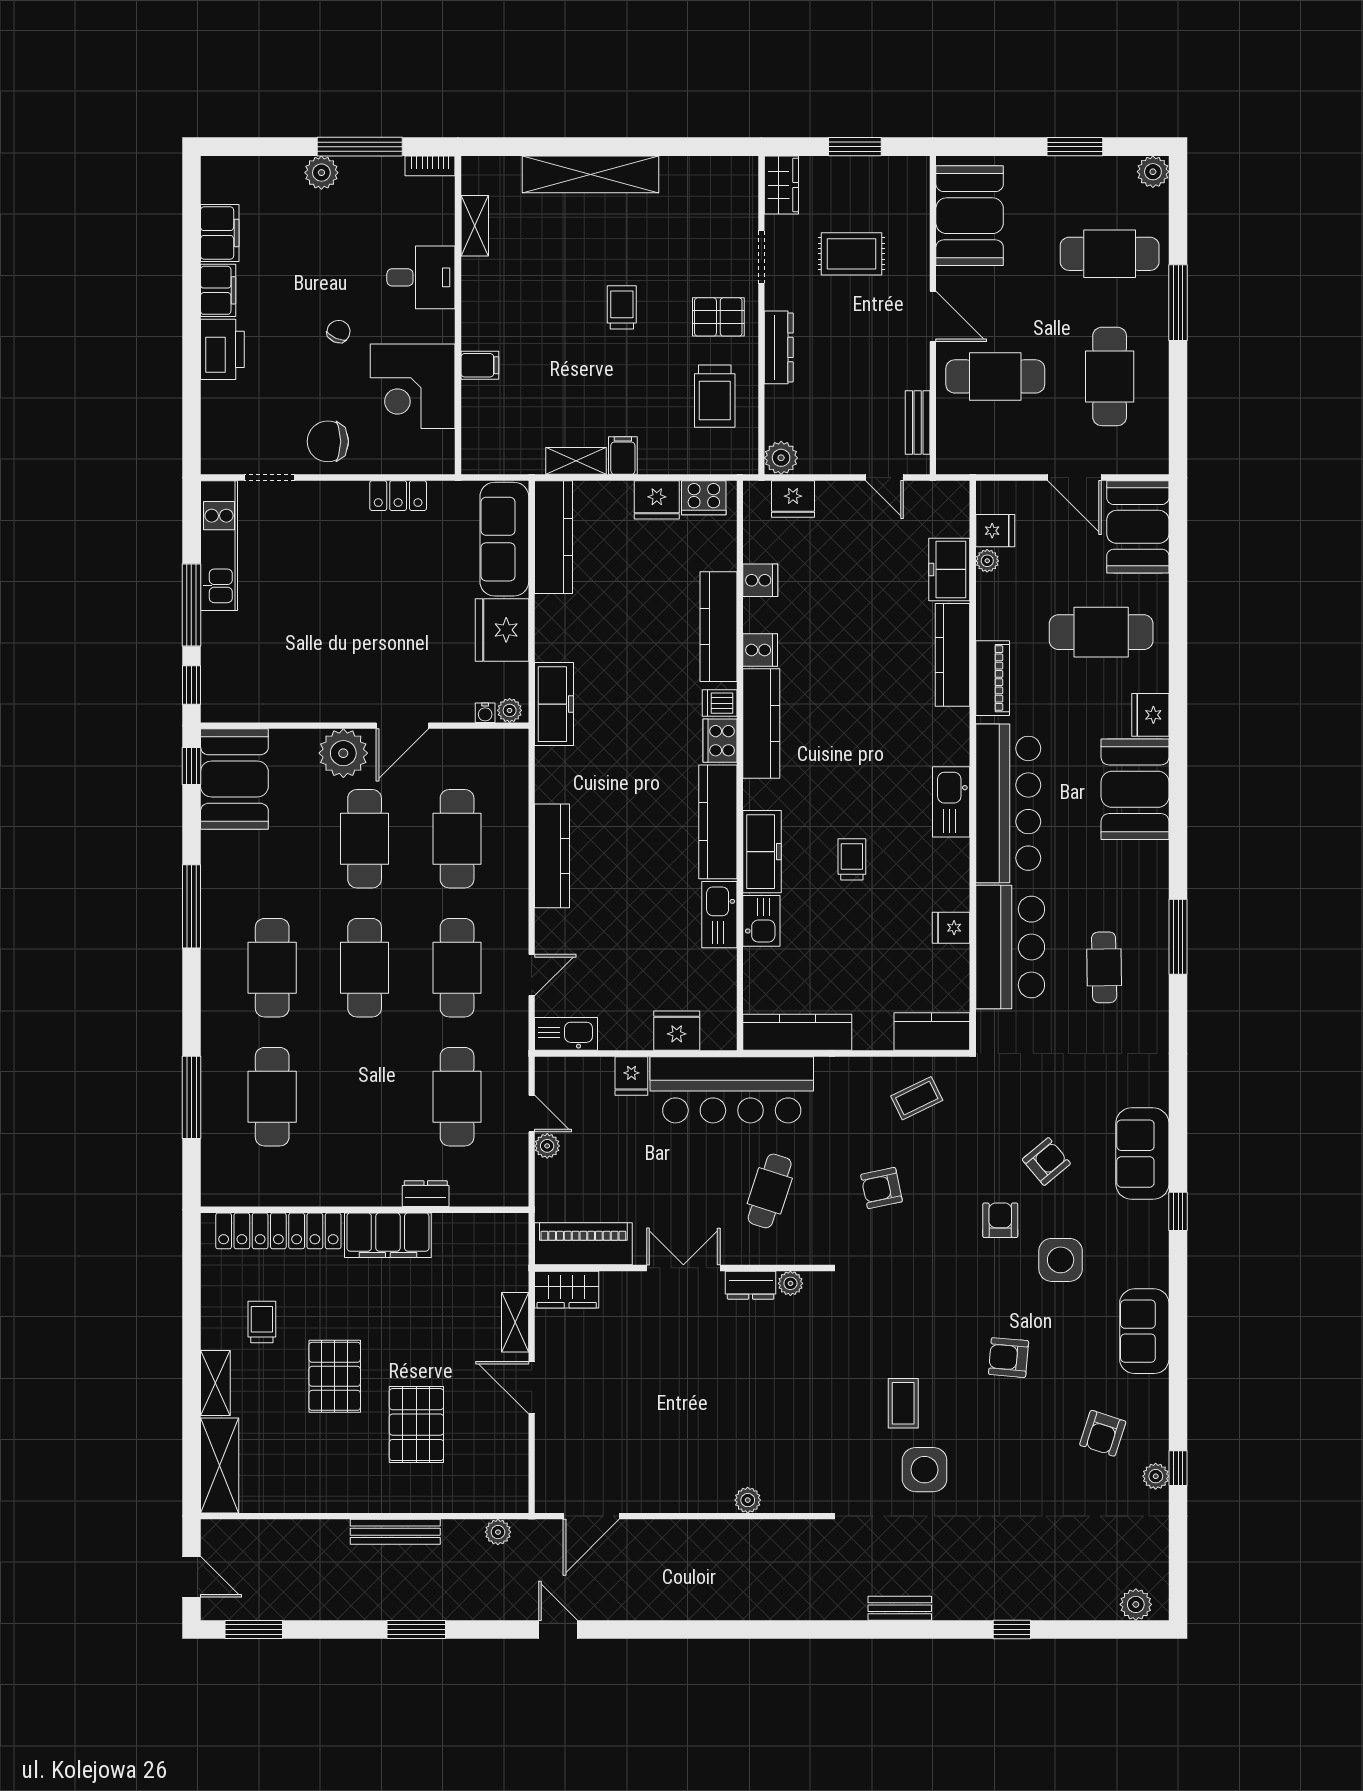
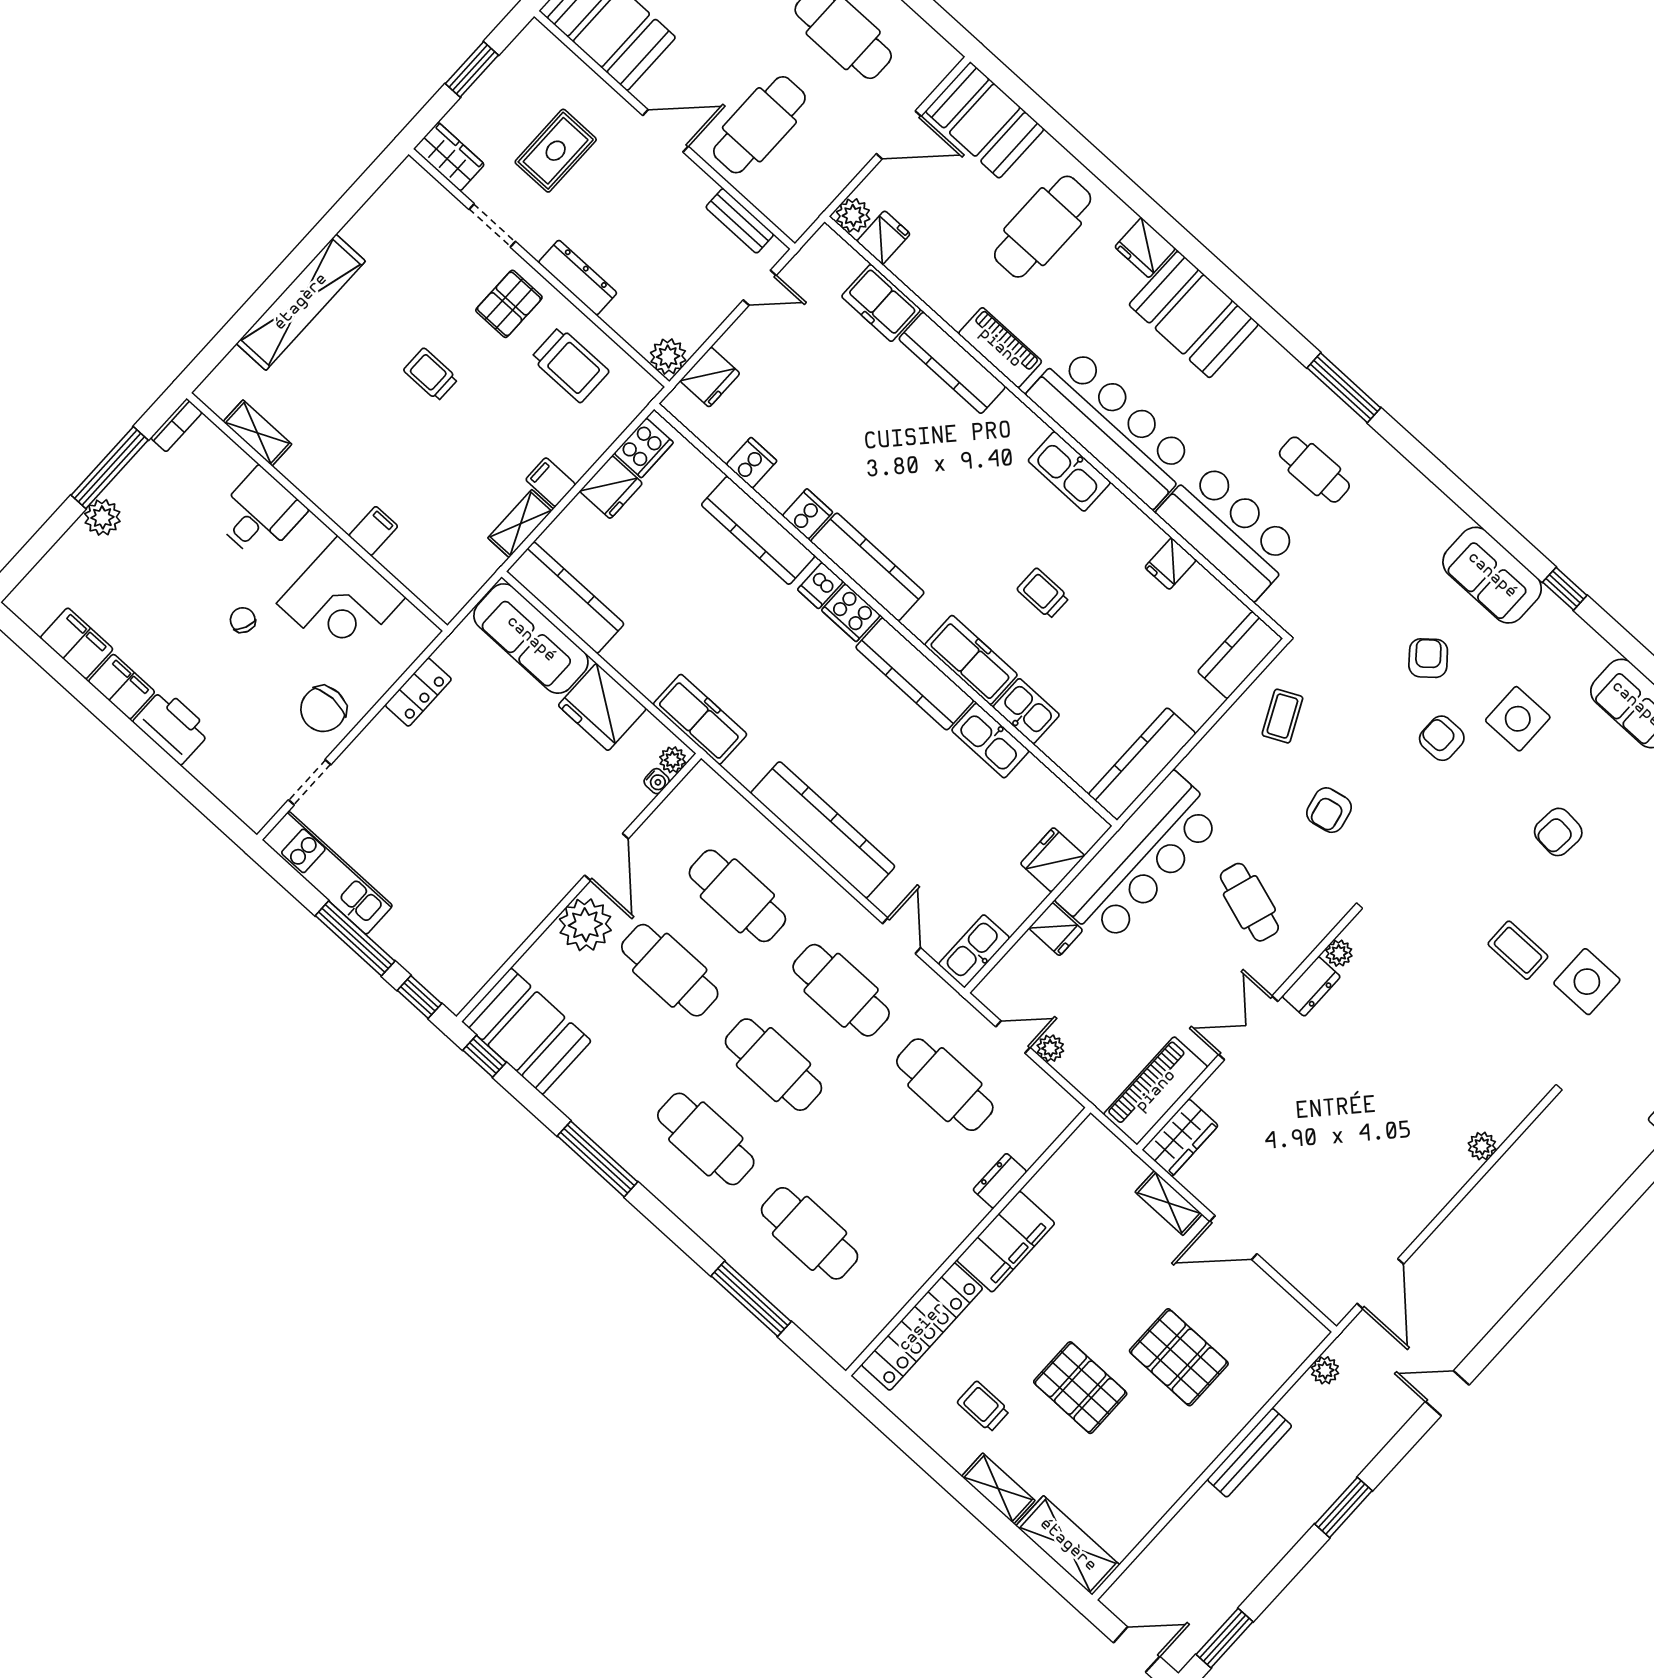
plant: (987, 561) -> (853, 215), moved, width x1.38, depth x1.38
kitchen counter: (552, 856) -> (823, 830), width x1.39, depth x1.17

